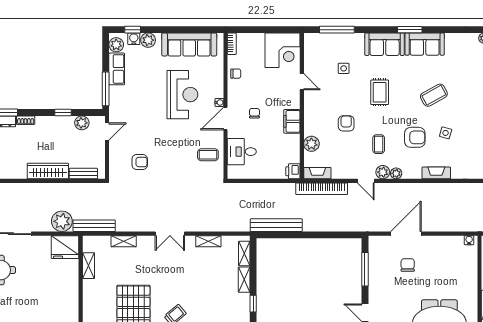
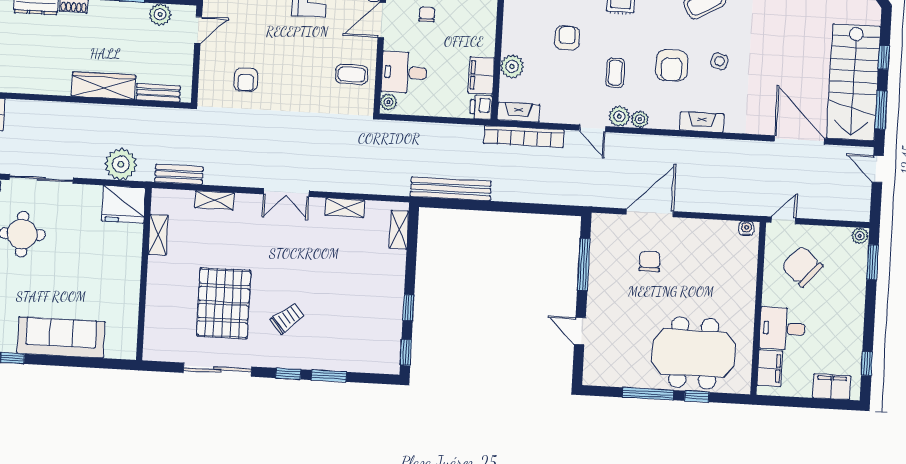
filing cabinet: (292, 121) -> (481, 75), moved
armchair: (415, 137) -> (672, 65), turned 90
armchair: (140, 162) -> (246, 80), turned 90
plant: (233, 171) -> (388, 102), added
bench: (94, 226) -> (179, 174), width x0.73
shelving: (244, 280) -> (397, 270), removed

